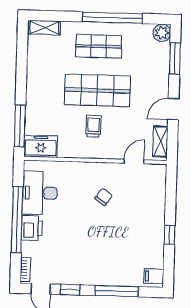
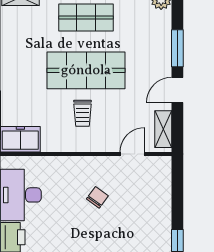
window: (175, 58) -> (177, 48), moved
trolley: (93, 126) -> (83, 113), turned 180

